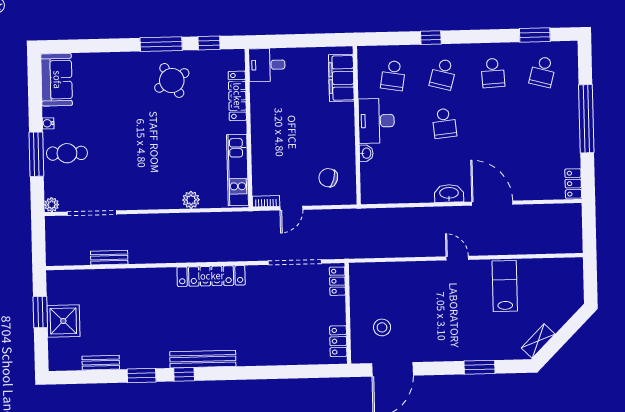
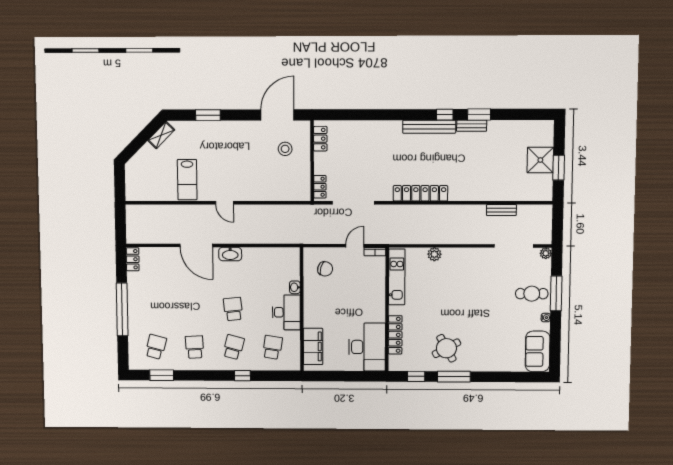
desk: (267, 65) -> (367, 347), width x1.87, depth x1.30
bench: (101, 363) -> (472, 126), moved

